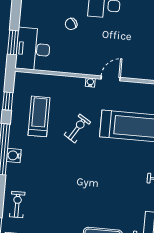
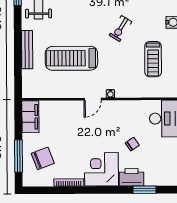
exercise bike: (77, 128) -> (120, 29), moved

